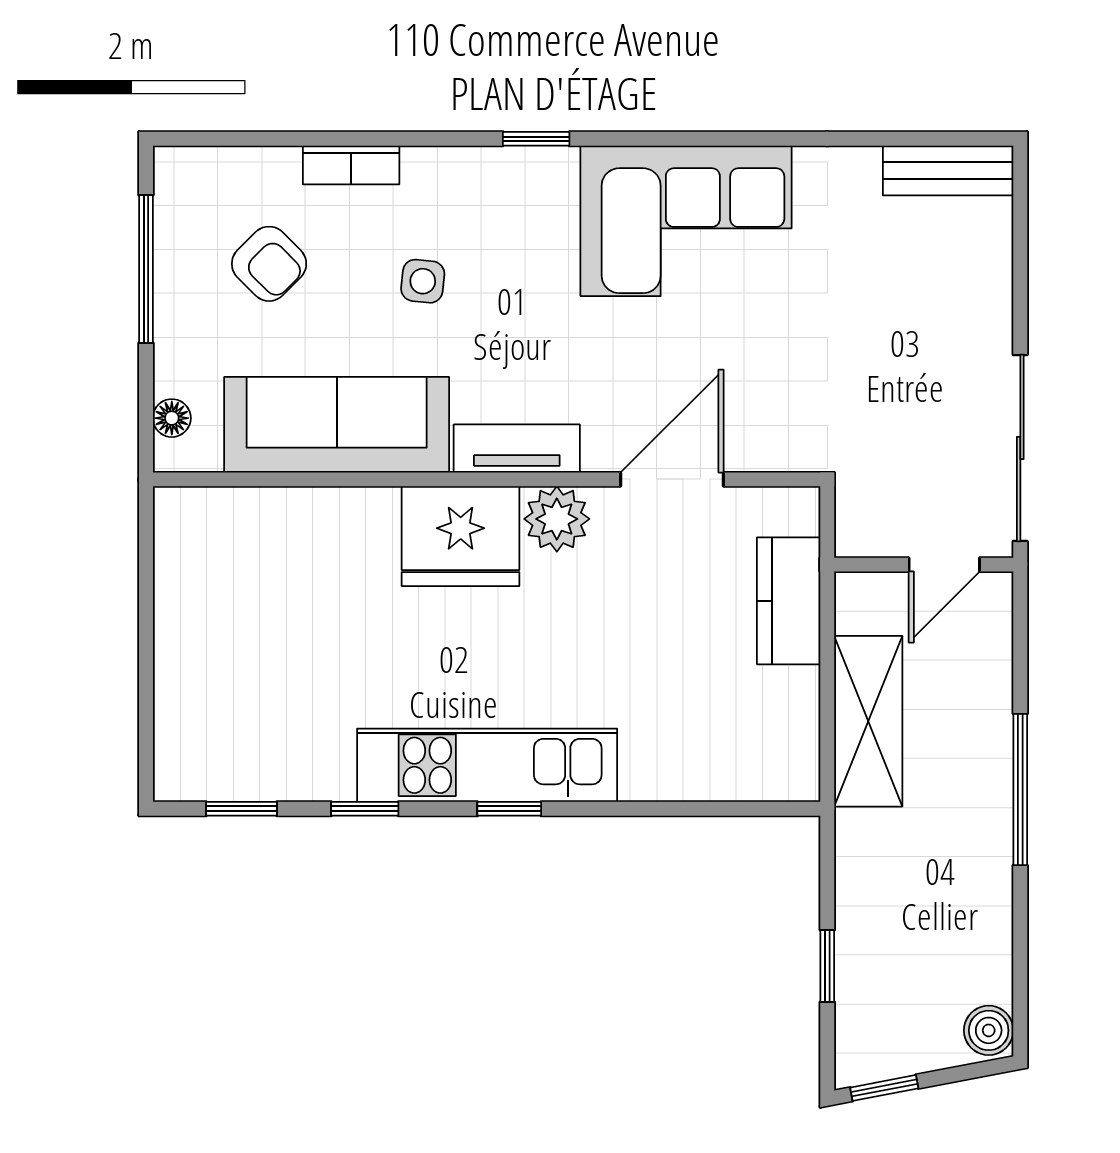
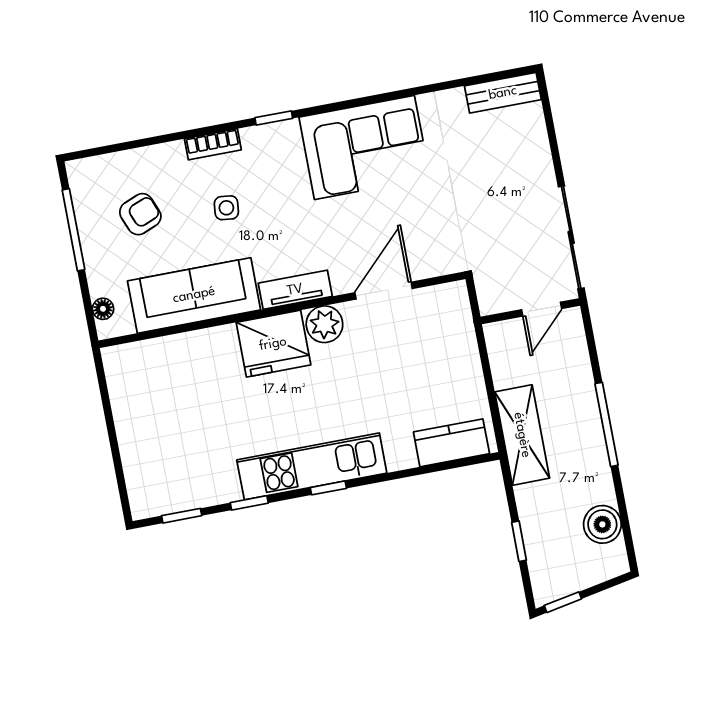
bookcase: (351, 165) -> (213, 144), moved
armchair: (269, 264) -> (140, 214), turned -67
kitchen counter: (789, 601) -> (451, 443), moved, turned 90
shelving: (868, 721) -> (522, 435), moved
boiler: (989, 1030) -> (602, 524), moved, width x1.36, depth x1.36

